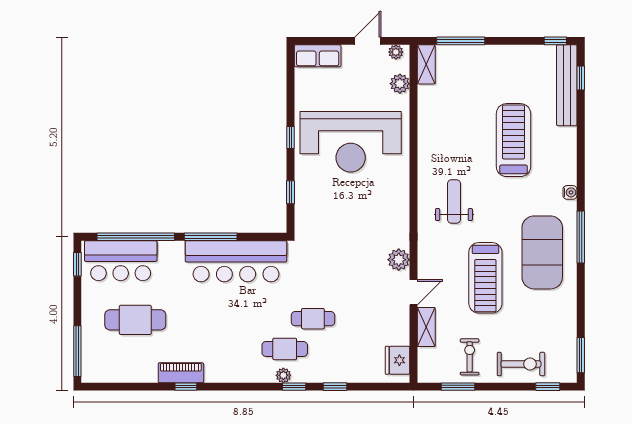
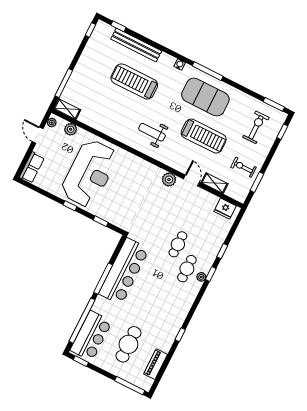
bench: (567, 85) -> (136, 45), moved
exercise bike: (521, 364) -> (256, 127), moved
piano: (181, 373) -> (156, 364), moved

